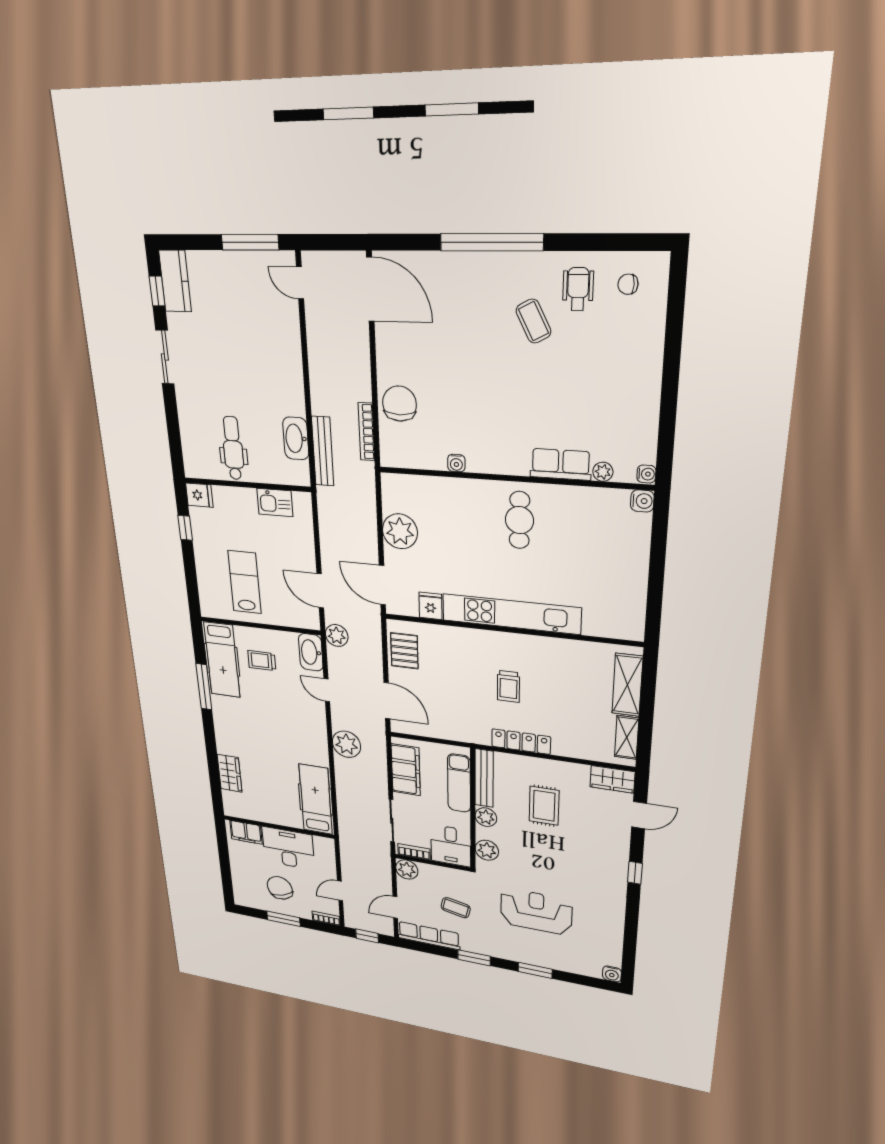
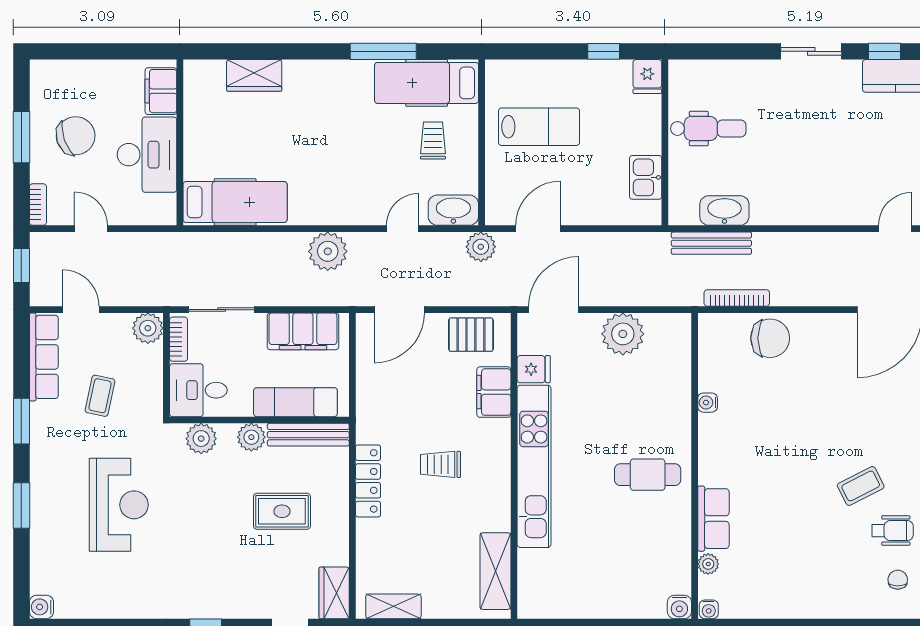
filing cabinet: (449, 639) -> (494, 392), added
shelving: (627, 685) -> (495, 571), moved, turned 90

